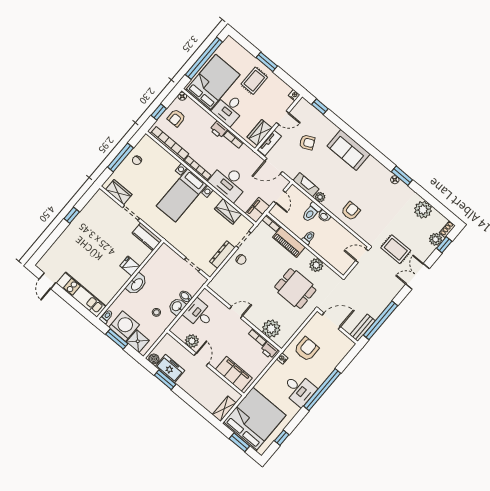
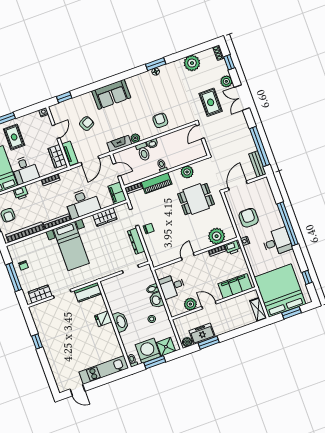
printer: (219, 129) -> (21, 193), moved
plant: (436, 239) -> (226, 81), moved
rug: (396, 249) -> (211, 102), turned 90

